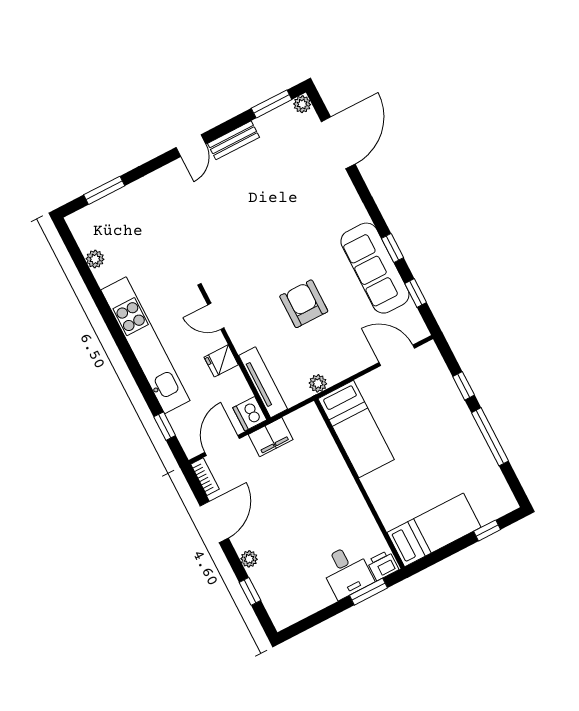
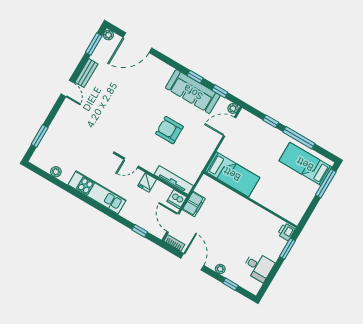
door: (338, 143) -> (137, 43), swing flipped
kitchen unit: (145, 345) -> (97, 192), width x0.73
plant: (318, 383) -> (233, 108), moved
bed: (434, 530) -> (305, 164), moved, turned -90
window: (487, 530) -> (326, 183), width x2.17
desk: (346, 571) -> (258, 267), moved

